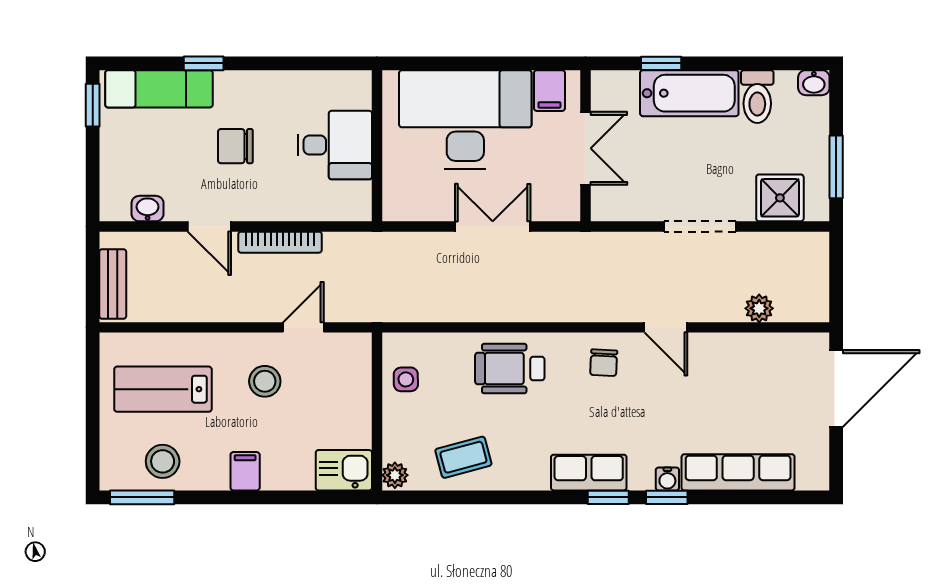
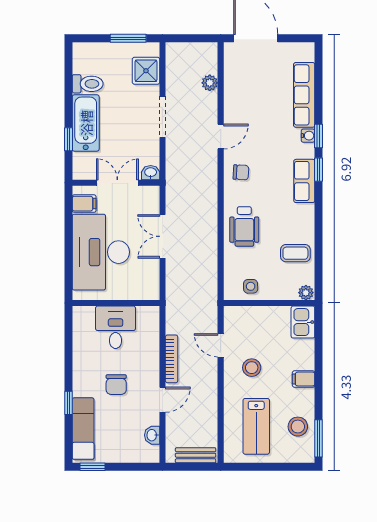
washbasin: (814, 83) -> (151, 173), moved, turned -90
coffee table: (463, 457) -> (295, 253), turned -75

